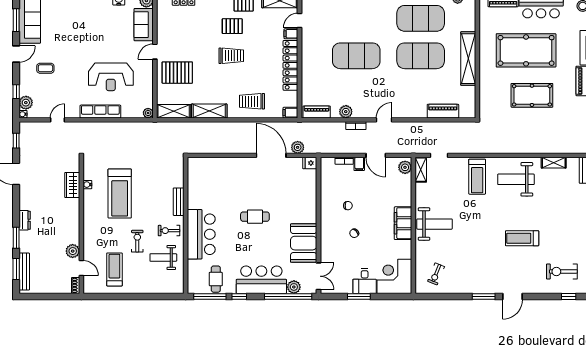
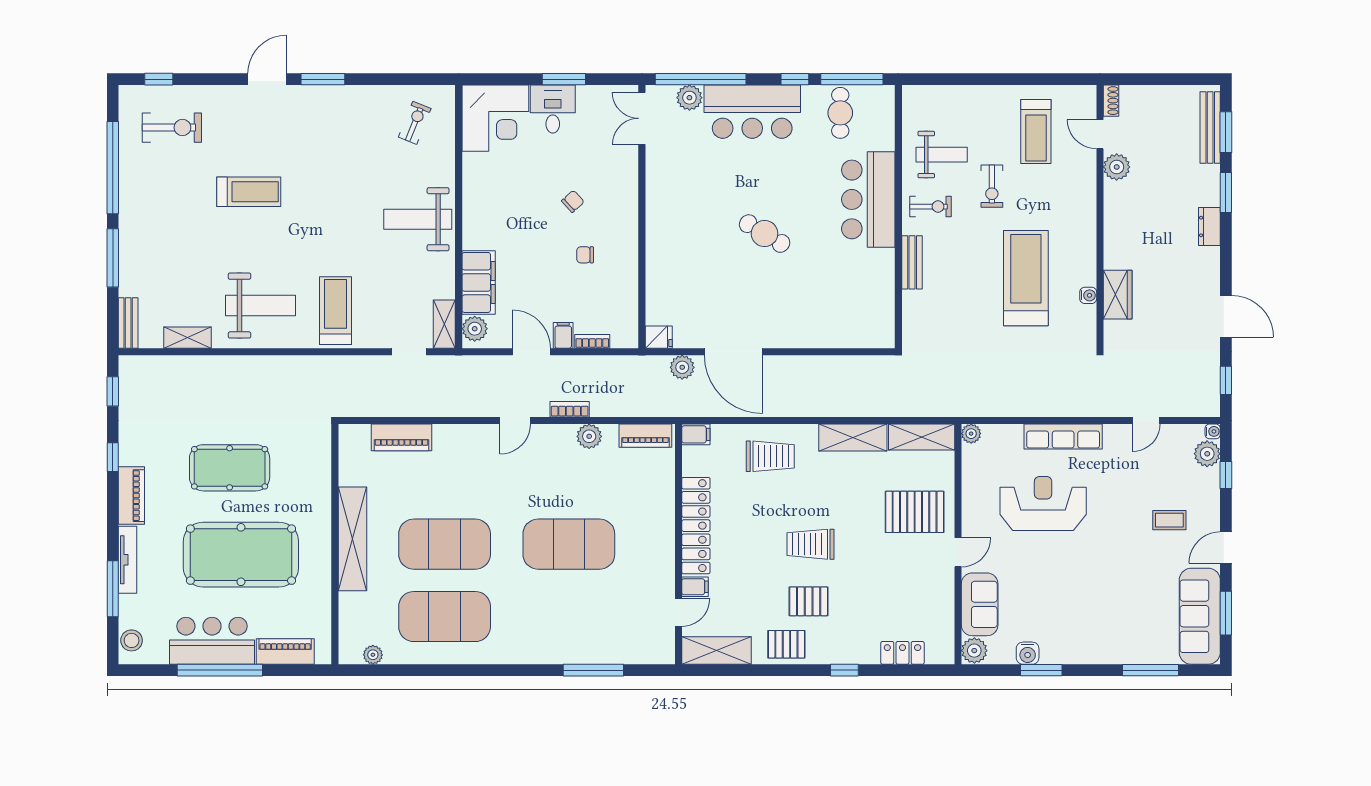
cafe table: (255, 217) -> (765, 234), turned 31
filing cabinet: (403, 223) -> (479, 282), moved
booth: (304, 243) -> (670, 182), removed

